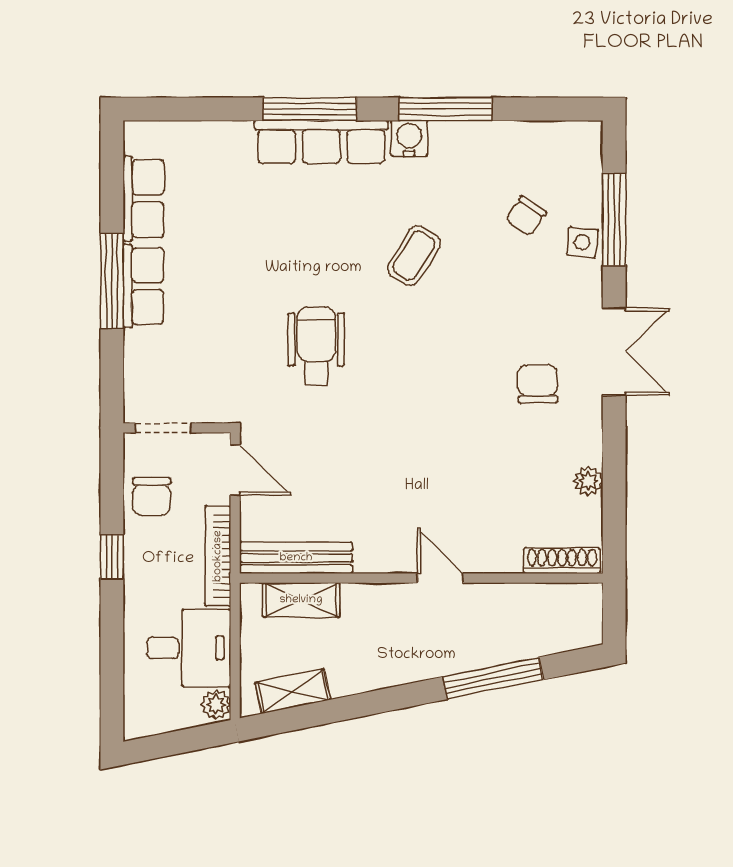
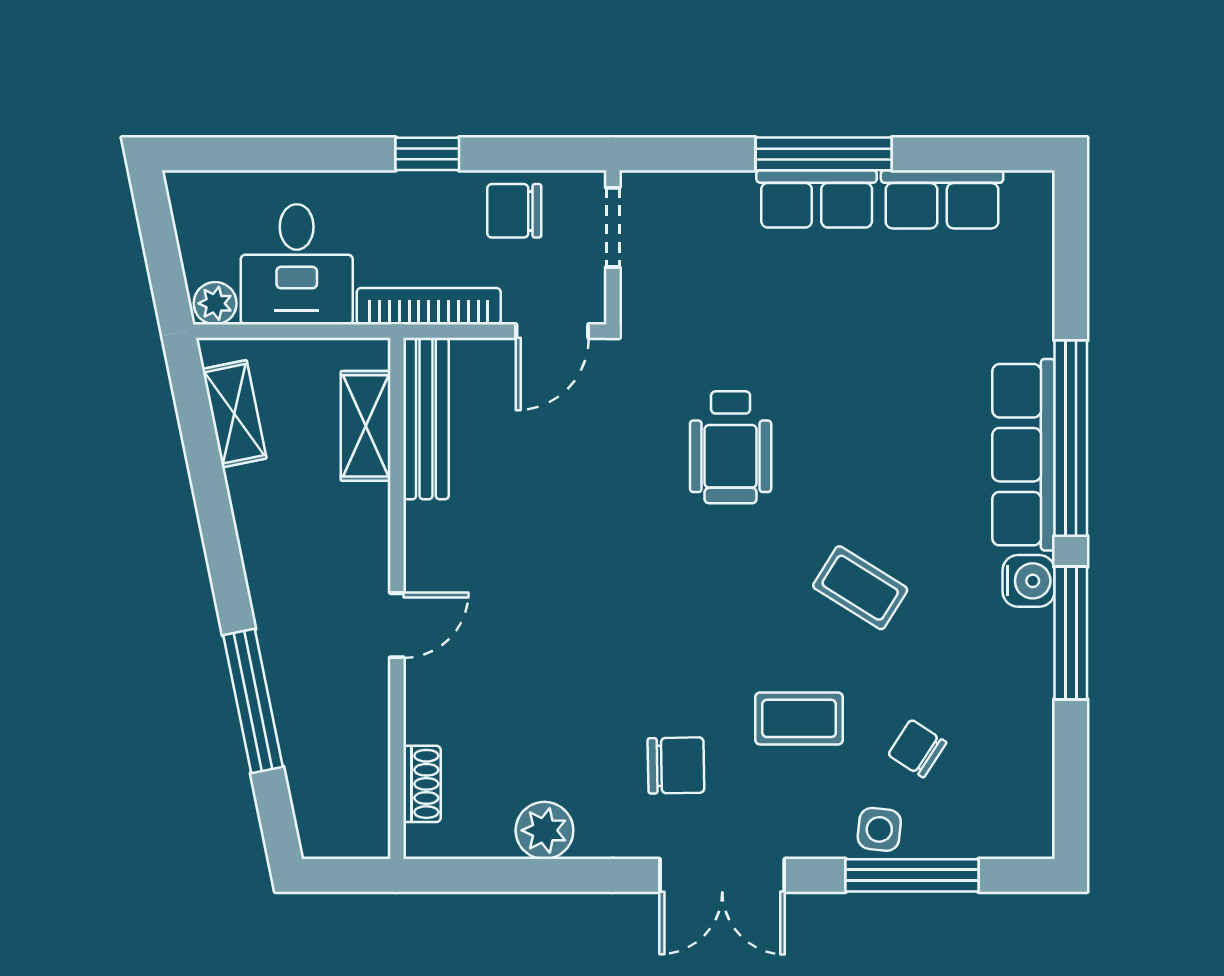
window: (310, 109) -> (1071, 438), width x1.46
coffee table: (505, 298) -> (799, 718), added
wheelchair: (316, 346) -> (731, 447), turned 90
plant: (588, 481) -> (544, 830), width x1.38, depth x1.38
shoe rack: (562, 561) -> (422, 784), width x0.70

